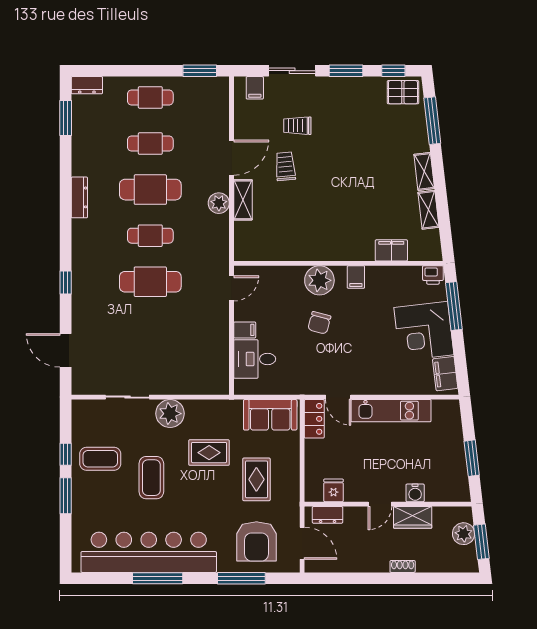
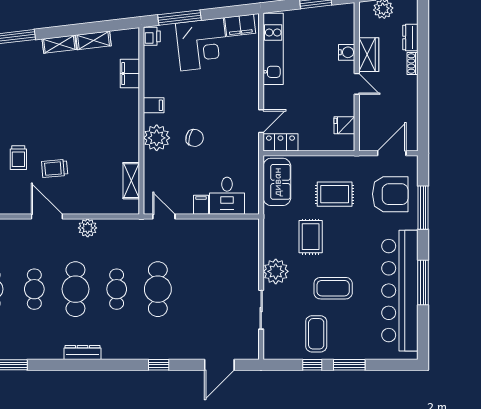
shelving: (243, 200) -> (131, 181), moved, turned 90
kitchen unit: (391, 411) -> (273, 49), moved
dresser: (328, 515) -> (410, 38), moved, turned 180

